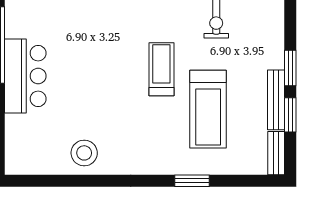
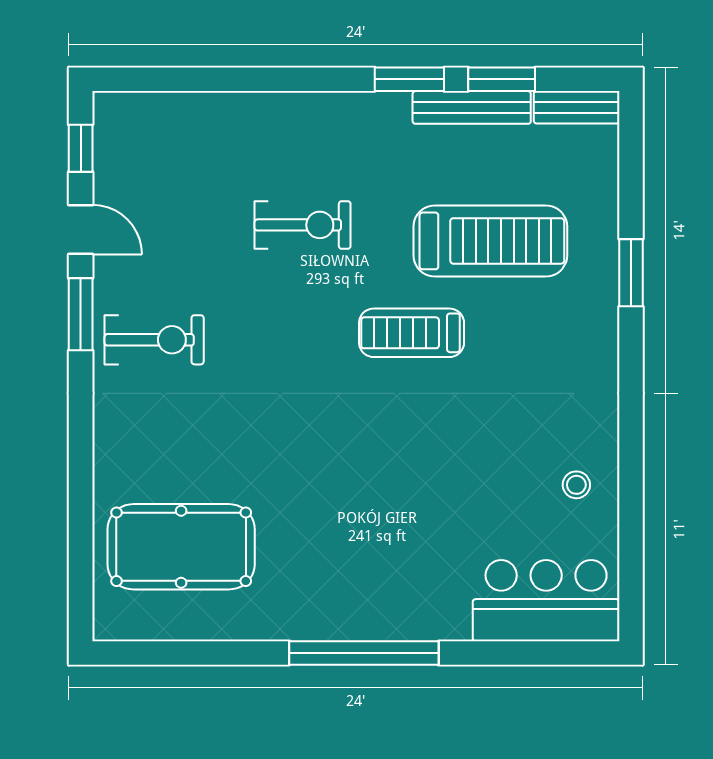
bar counter: (25, 76) -> (546, 601), moved
stool: (84, 153) -> (576, 485), width x0.53, depth x0.53

